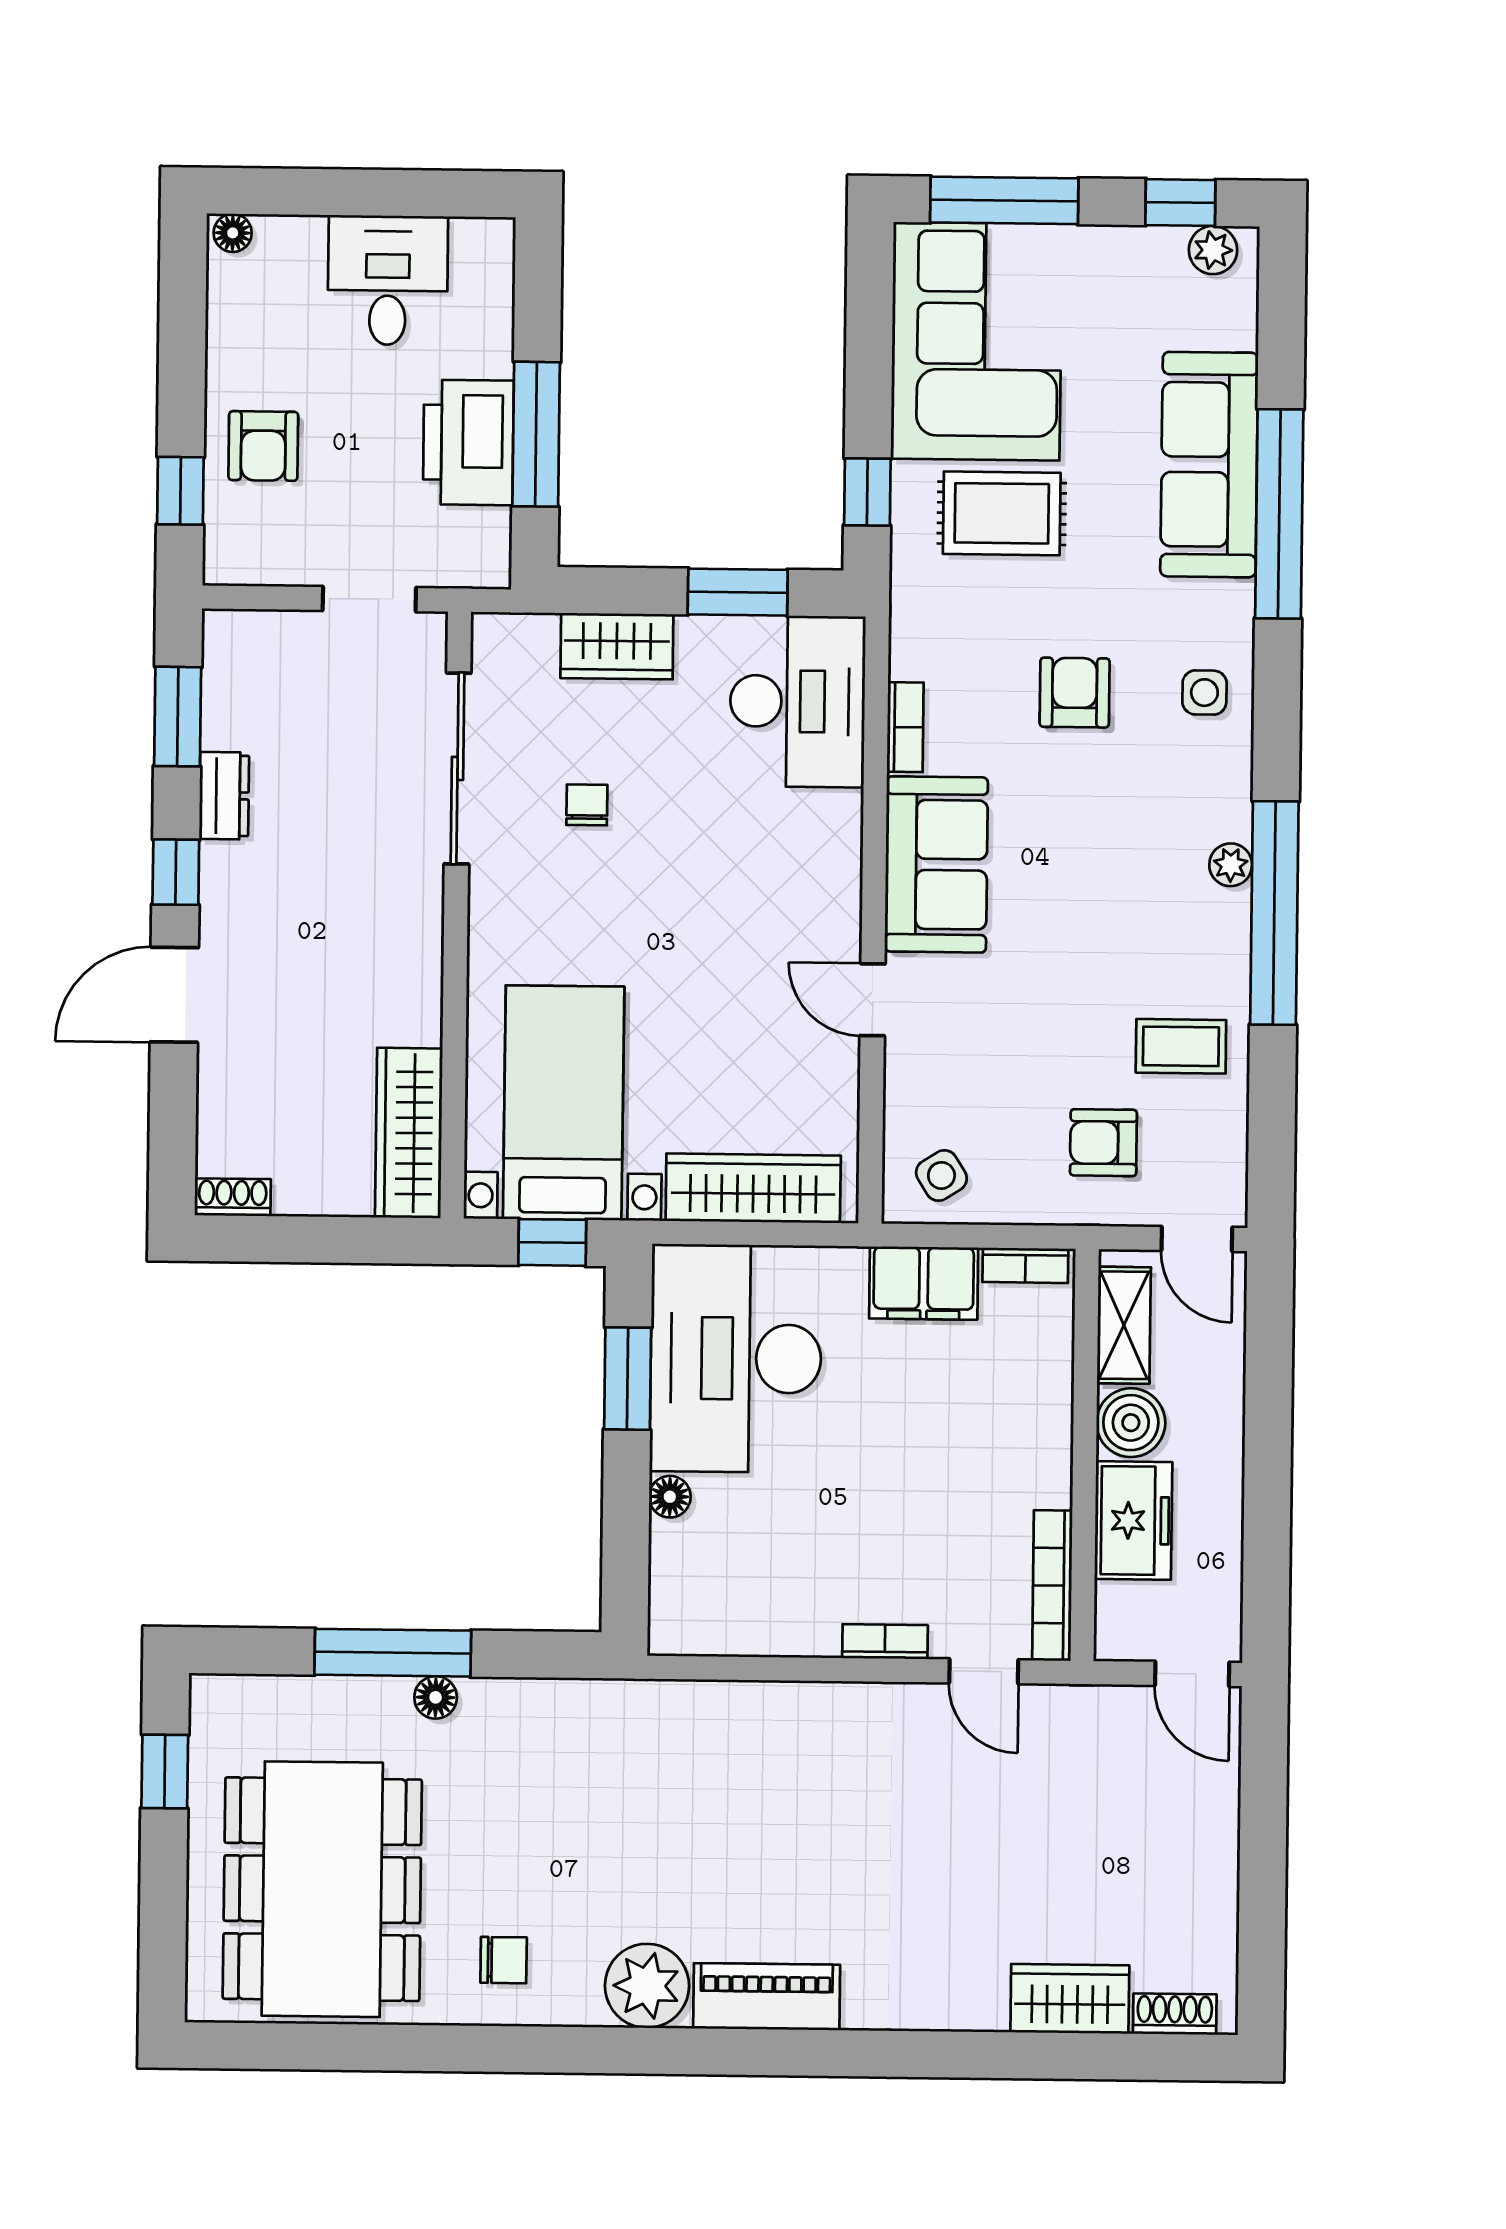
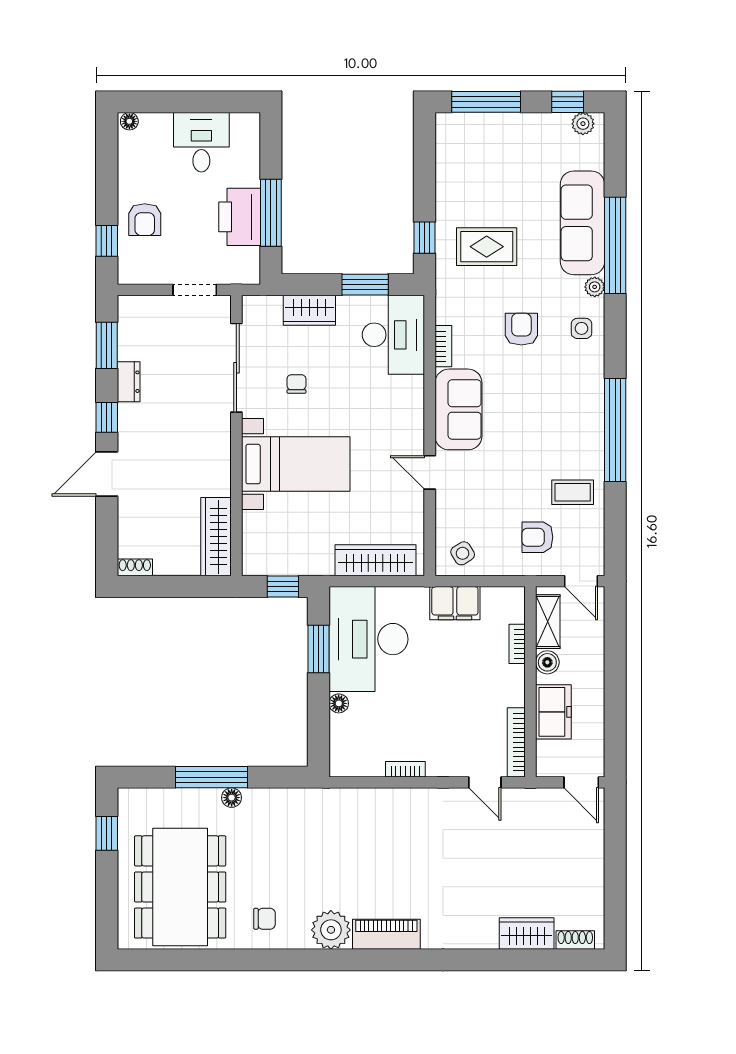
corner sofa: (976, 341) -> (474, 167), removed
plant: (1231, 865) -> (595, 287), moved
bed with nightstands: (564, 1103) -> (296, 464), moved, turned 90
bookcase: (1025, 1265) -> (517, 644), moved, turned 90
boiler: (1131, 1423) -> (547, 662), width x0.73, depth x0.73
bookcase: (885, 1642) -> (405, 769), moved

